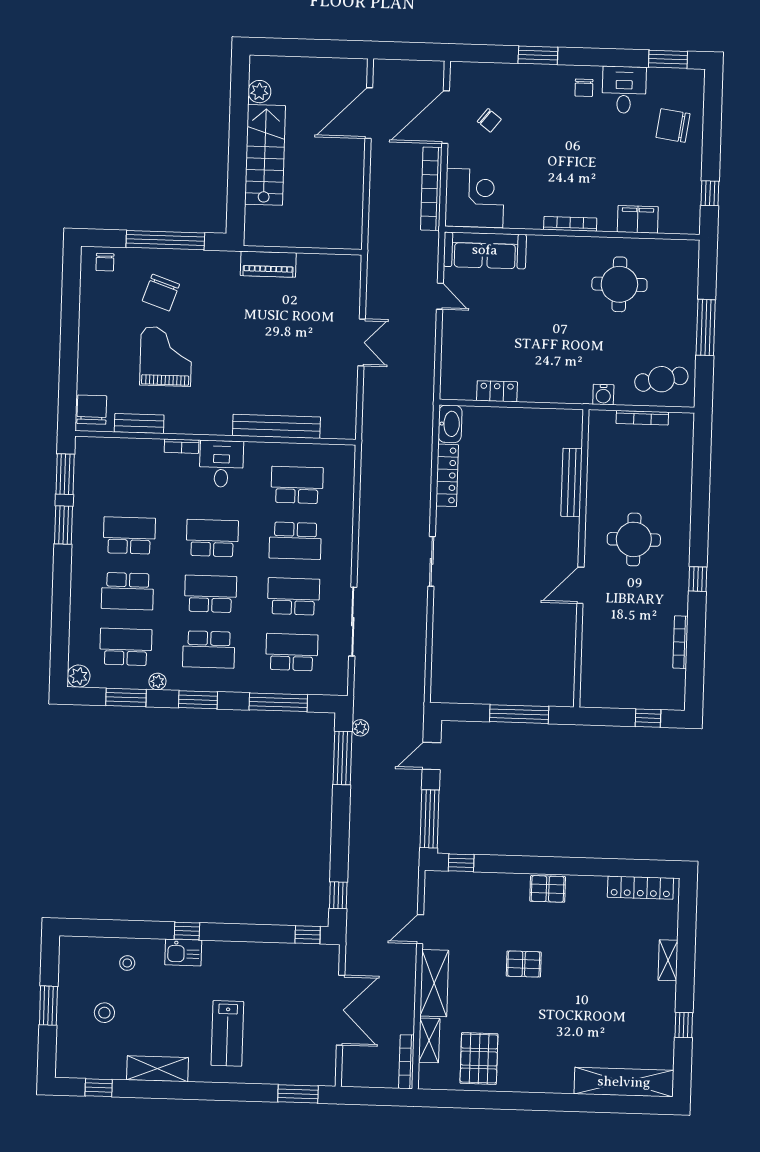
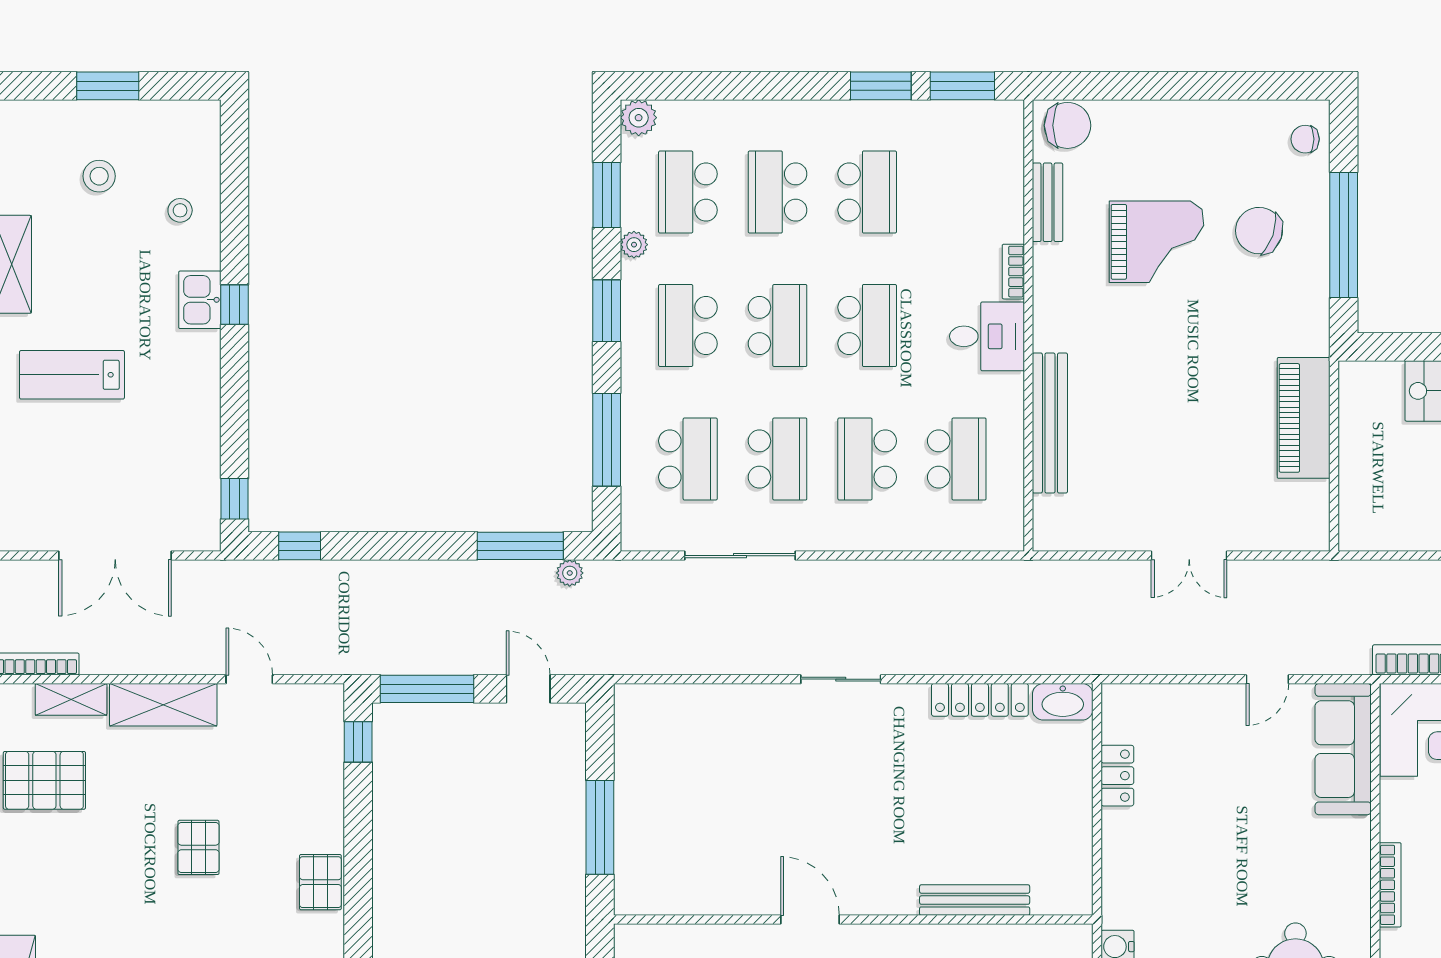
piano: (268, 264) -> (1304, 418), width x1.37, depth x1.33
school desk: (126, 647) -> (688, 192), turned 180

